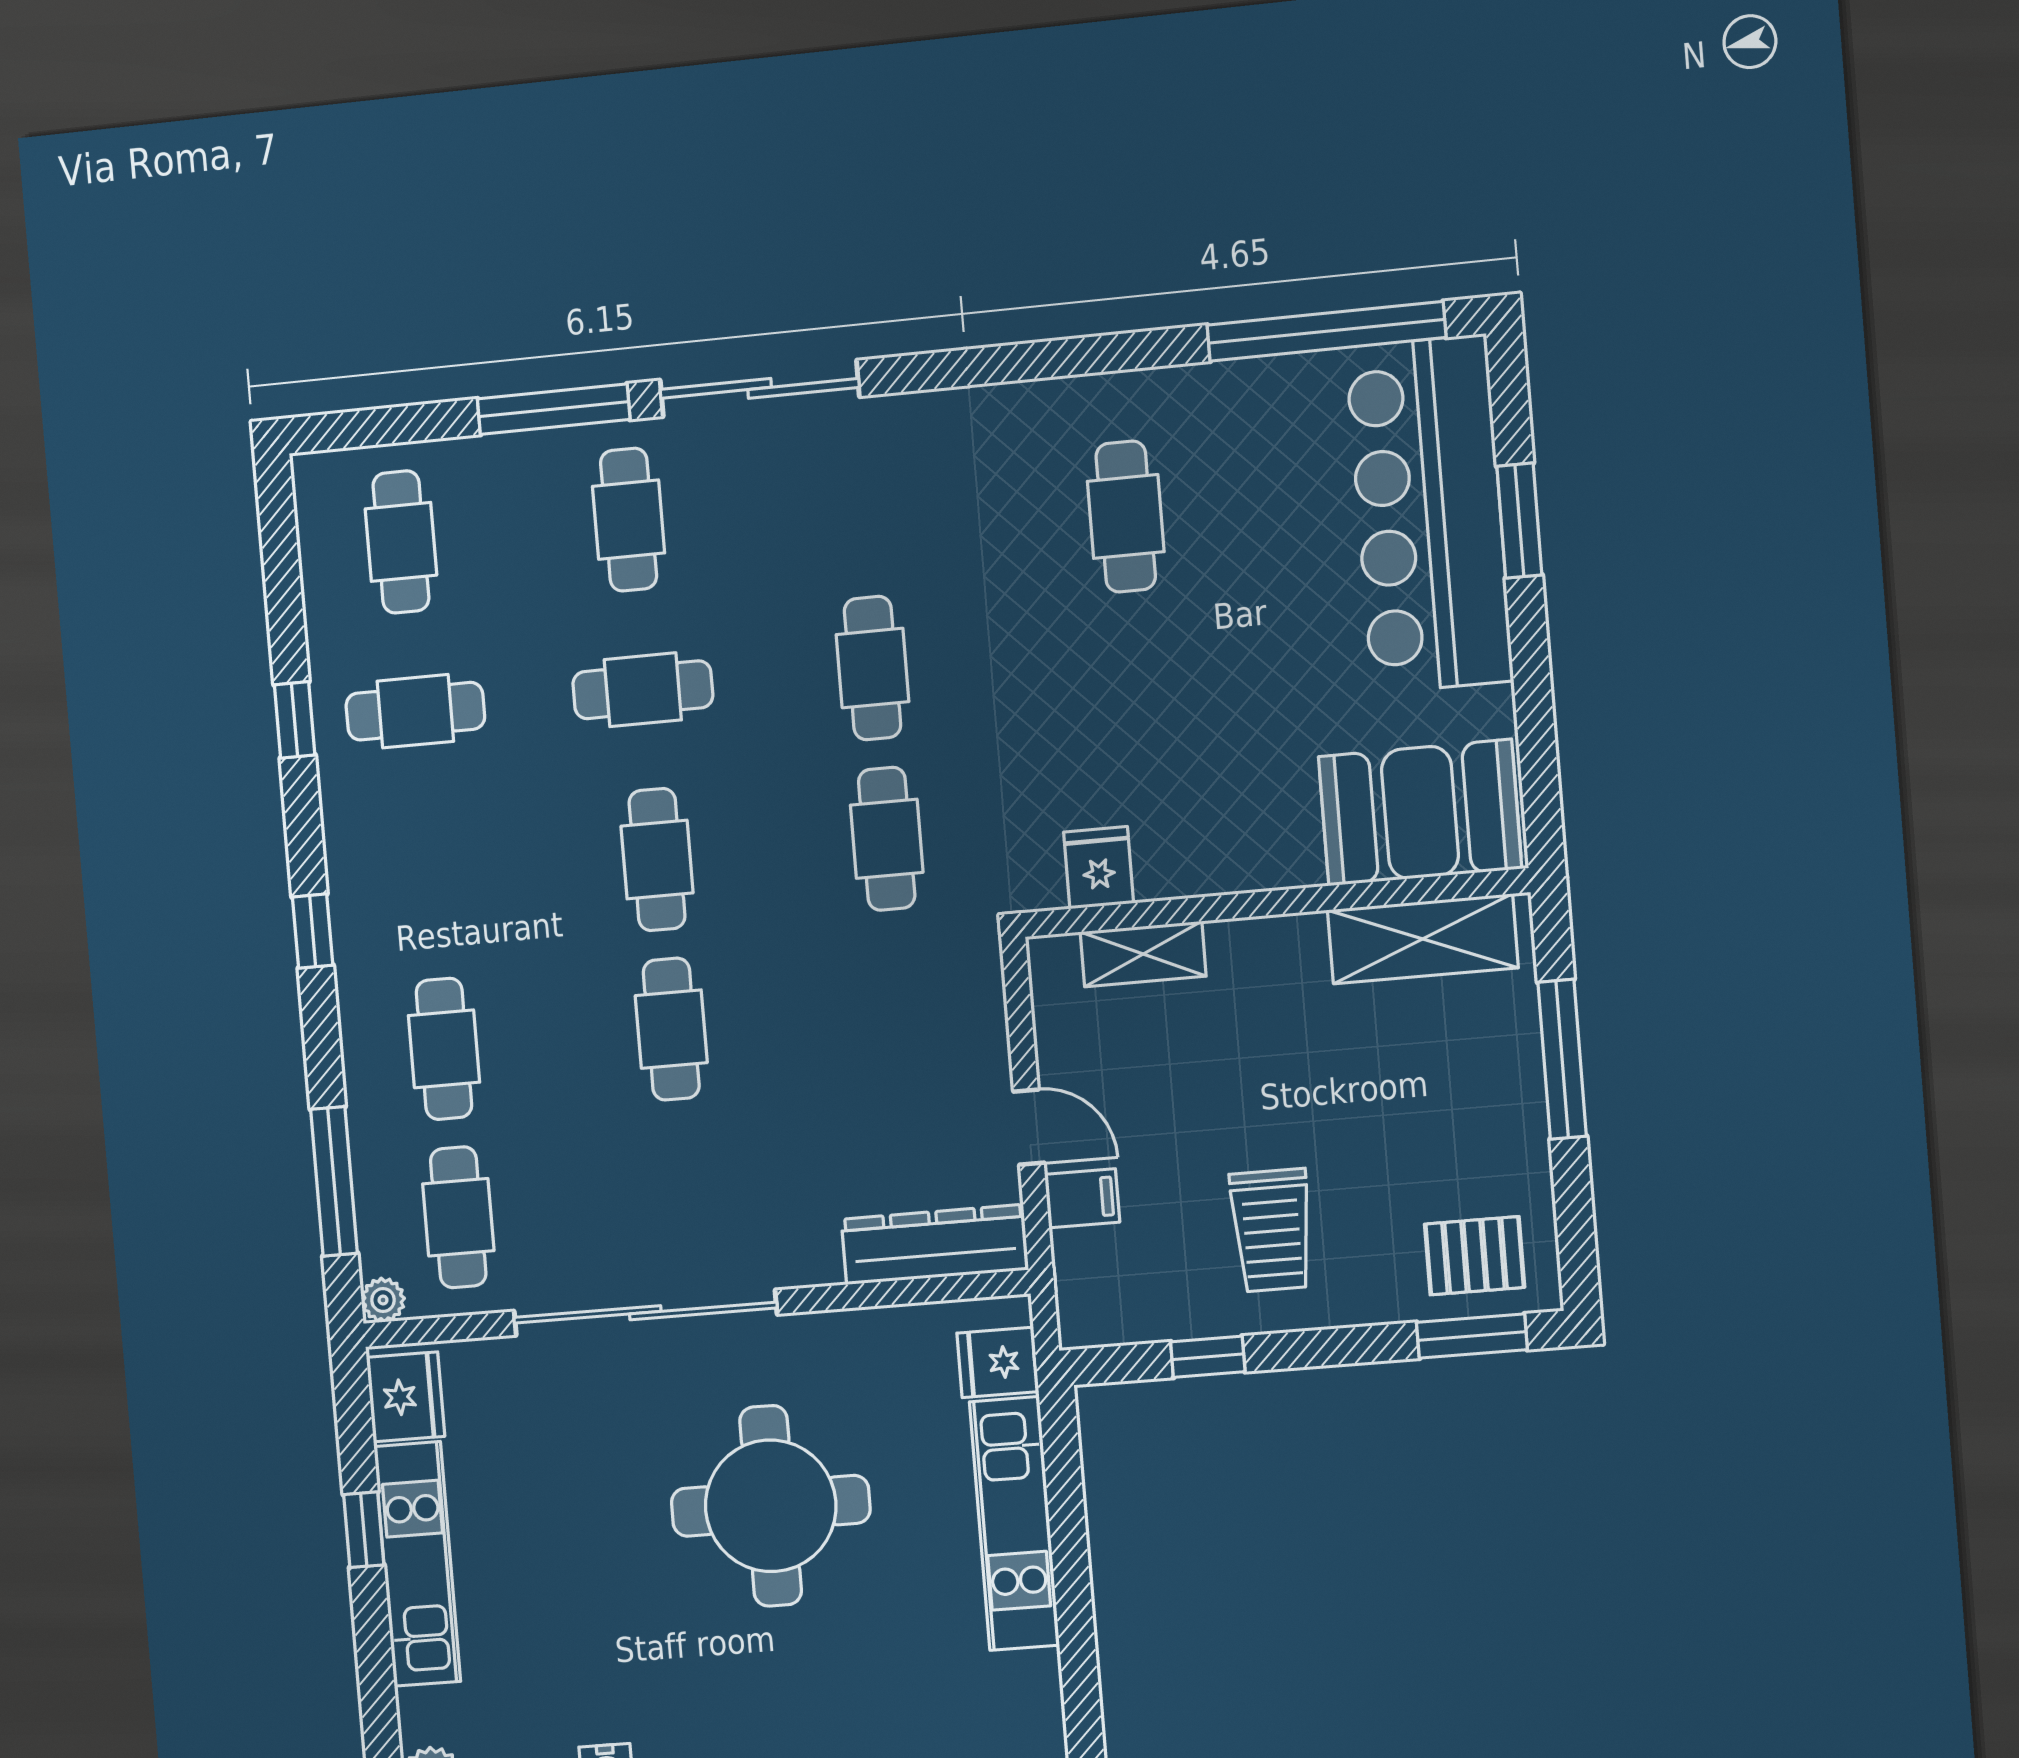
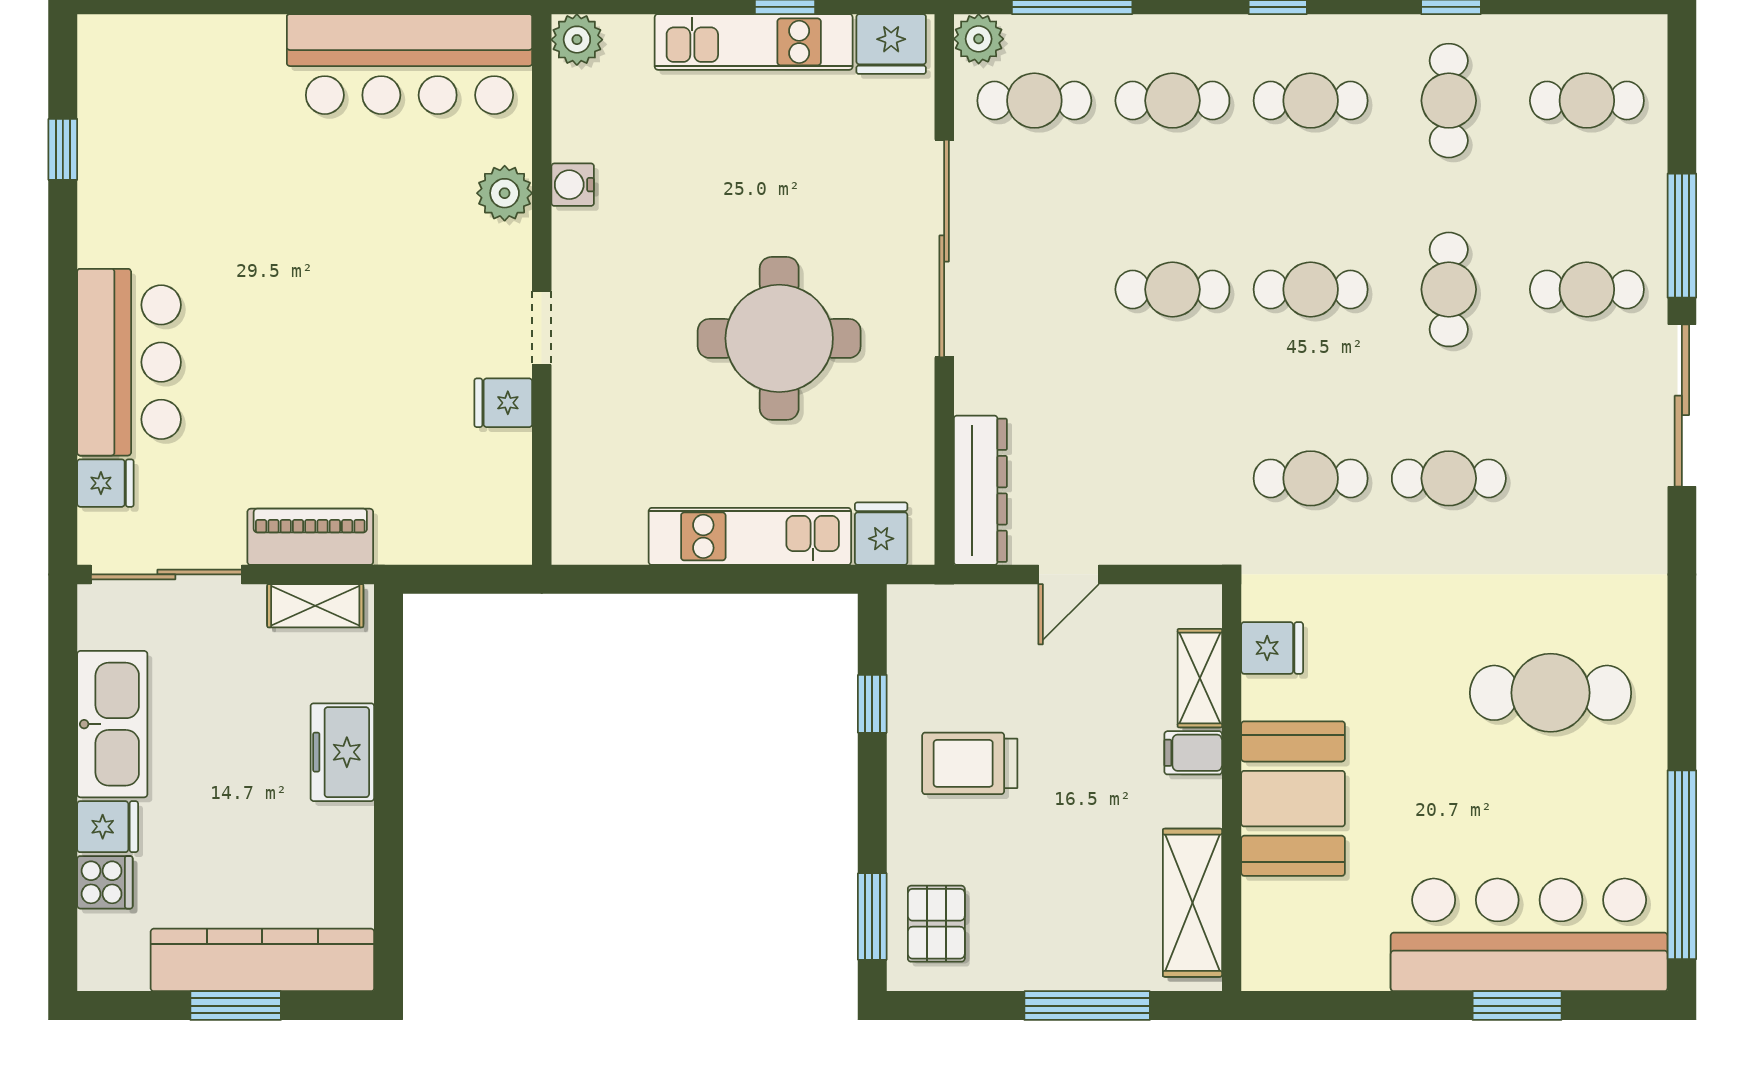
cafe table: (1126, 516) -> (1551, 693), width x1.37, depth x1.35
booth: (1420, 813) -> (1293, 799), moved
cafe table: (430, 880) -> (1311, 101), added
filing cabinet: (1082, 1198) -> (1193, 753), moved, turned 90
plant: (383, 1300) -> (979, 39), width x1.38, depth x1.38

